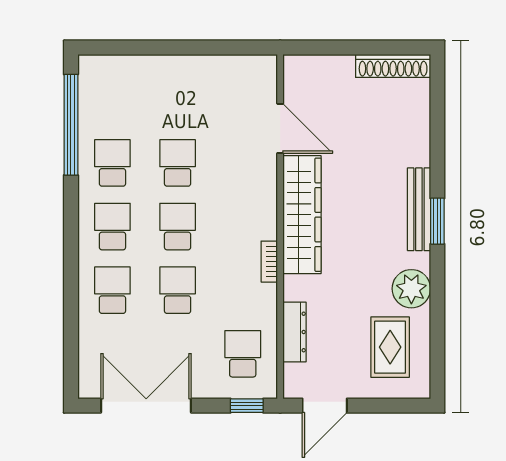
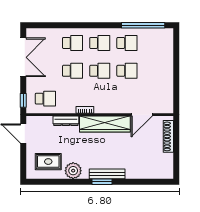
shoe rack: (393, 66) -> (168, 136), moved
dresser: (295, 332) -> (66, 121), moved

